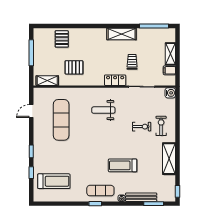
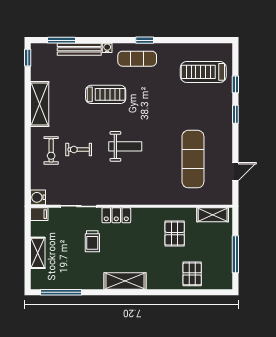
shelving: (122, 34) -> (125, 281), moved
pallet: (74, 67) -> (175, 234), turned 90
filing cabinet: (169, 70) -> (39, 214), moved
weight bench: (103, 110) -> (125, 146), moved

